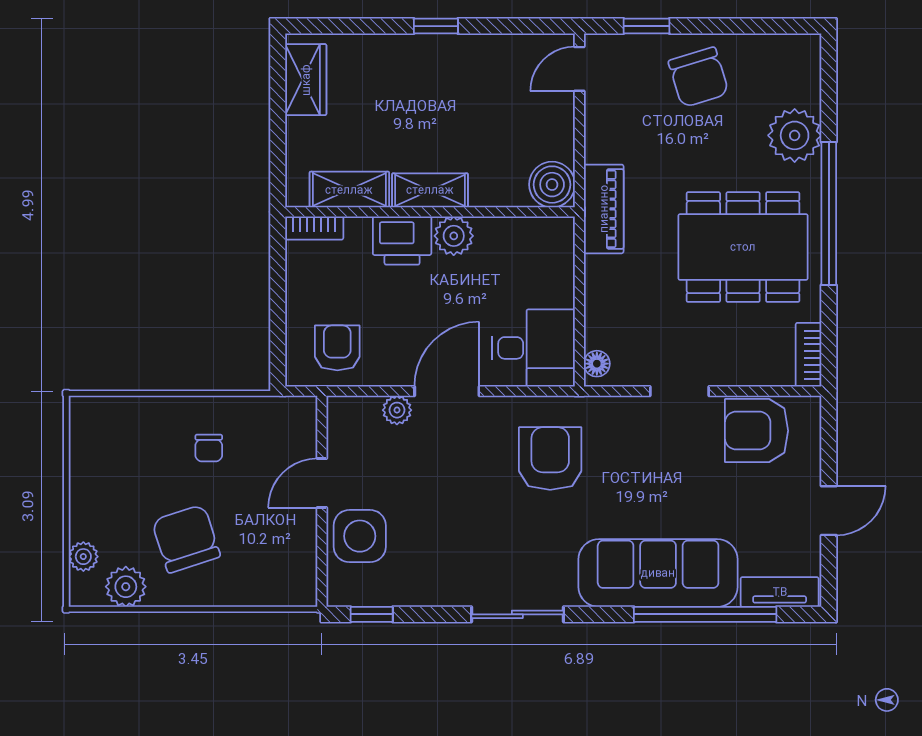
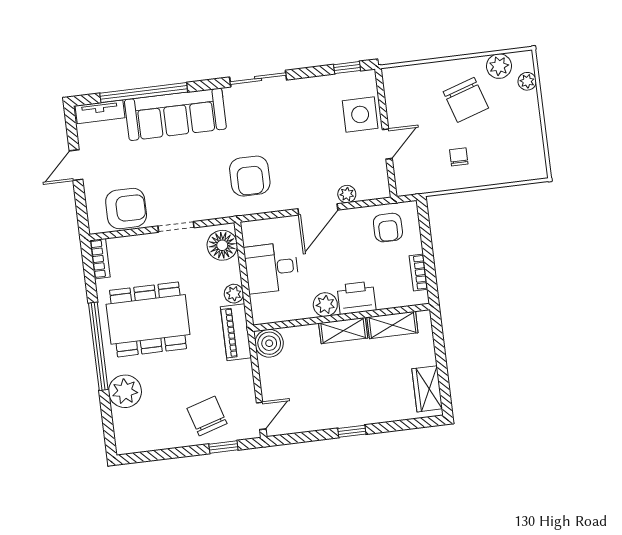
chair: (699, 77) -> (207, 416), moved
bookcase: (314, 228) -> (418, 272), moved, turned -90
plant: (599, 272) -> (234, 294), added
desk: (533, 348) -> (272, 268), moved
floor lamp: (597, 364) -> (222, 245), width x1.89, depth x1.89

